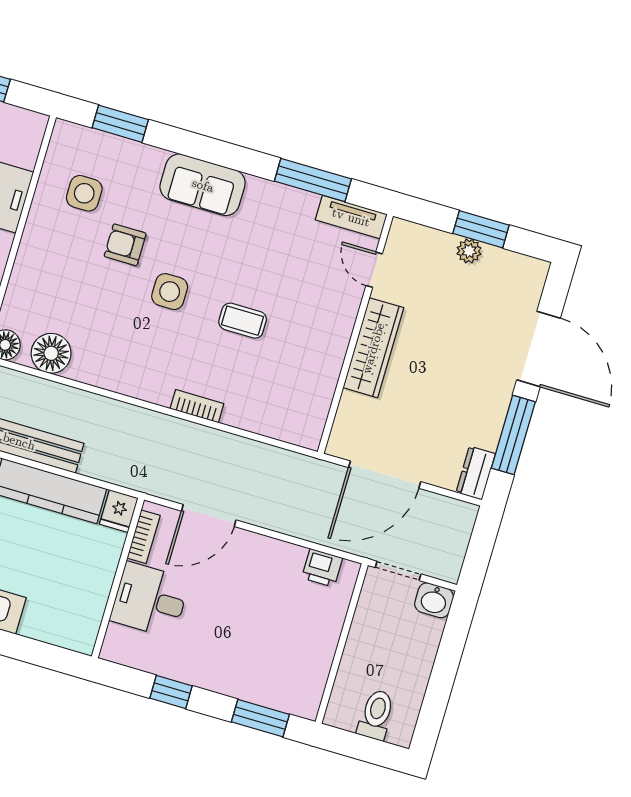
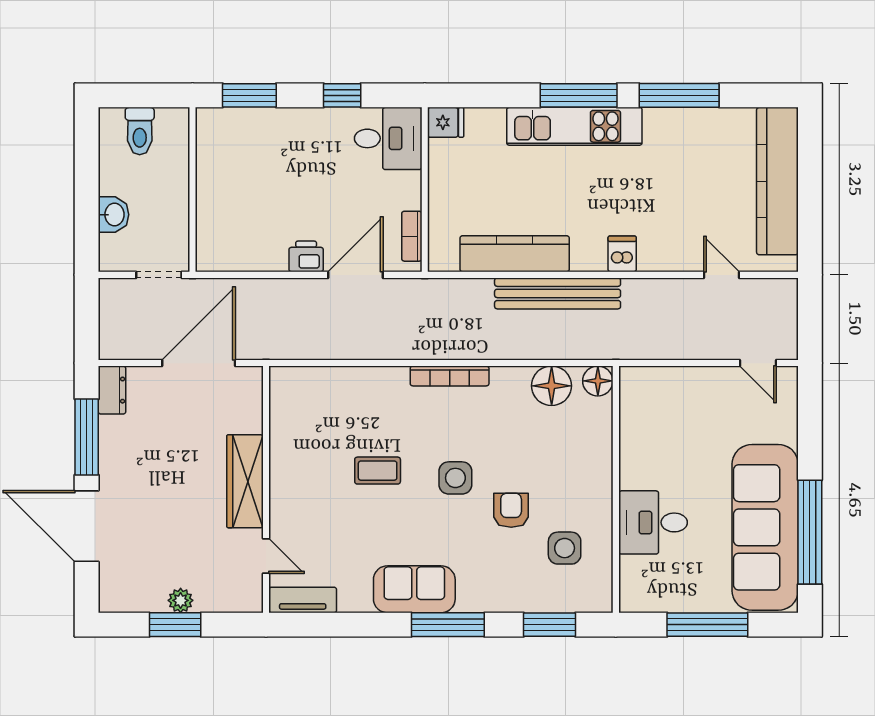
window: (313, 180) -> (448, 625), moved
sofa: (203, 185) -> (414, 589), moved
armchair: (125, 245) -> (511, 510), turned -90
bookcase: (197, 406) -> (450, 376), moved, width x1.56
fridge: (119, 511) -> (446, 122), moved, turned 90
printer: (322, 568) -> (306, 256), moved
desk: (150, 600) -> (388, 138), moved
washbasin: (434, 600) -> (114, 215), moved, turned 90

